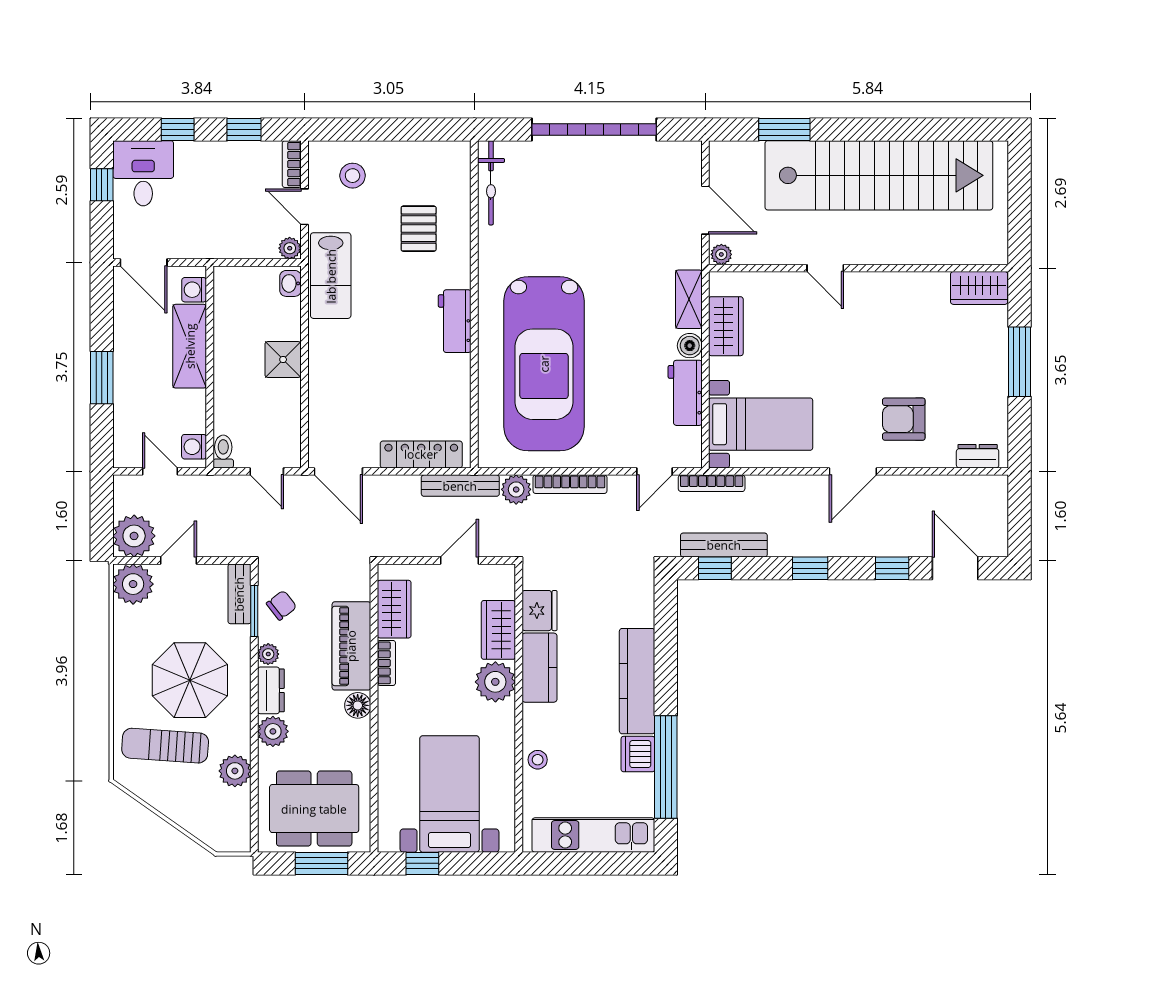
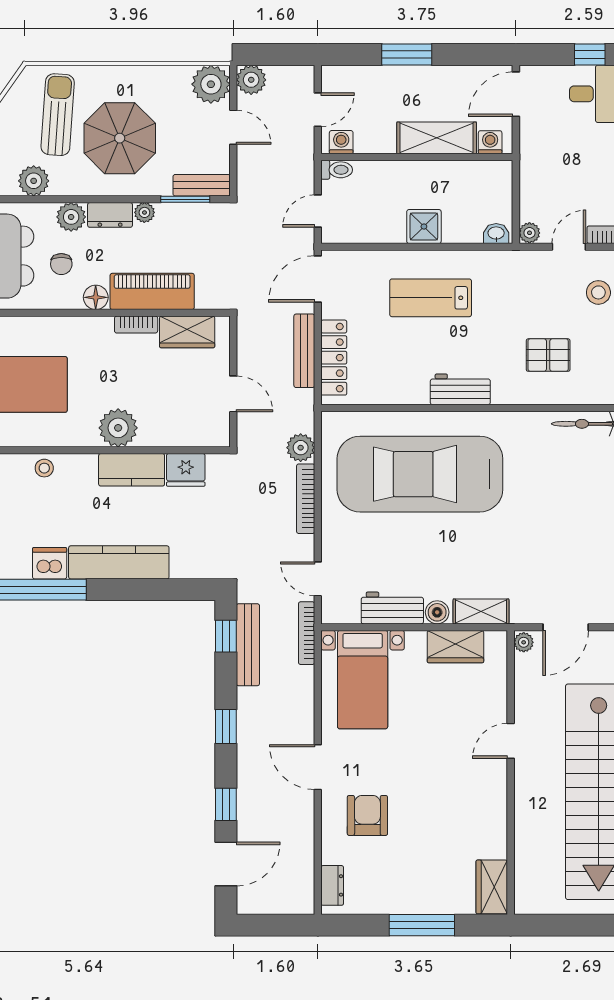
lab bench: (331, 276) -> (431, 298), moved
bench: (460, 486) -> (304, 351), moved
plant: (134, 536) -> (251, 80), width x0.73, depth x0.73
chair: (281, 605) -> (61, 264), moved, turned 38
wardrobe: (498, 630) -> (167, 431), removed

